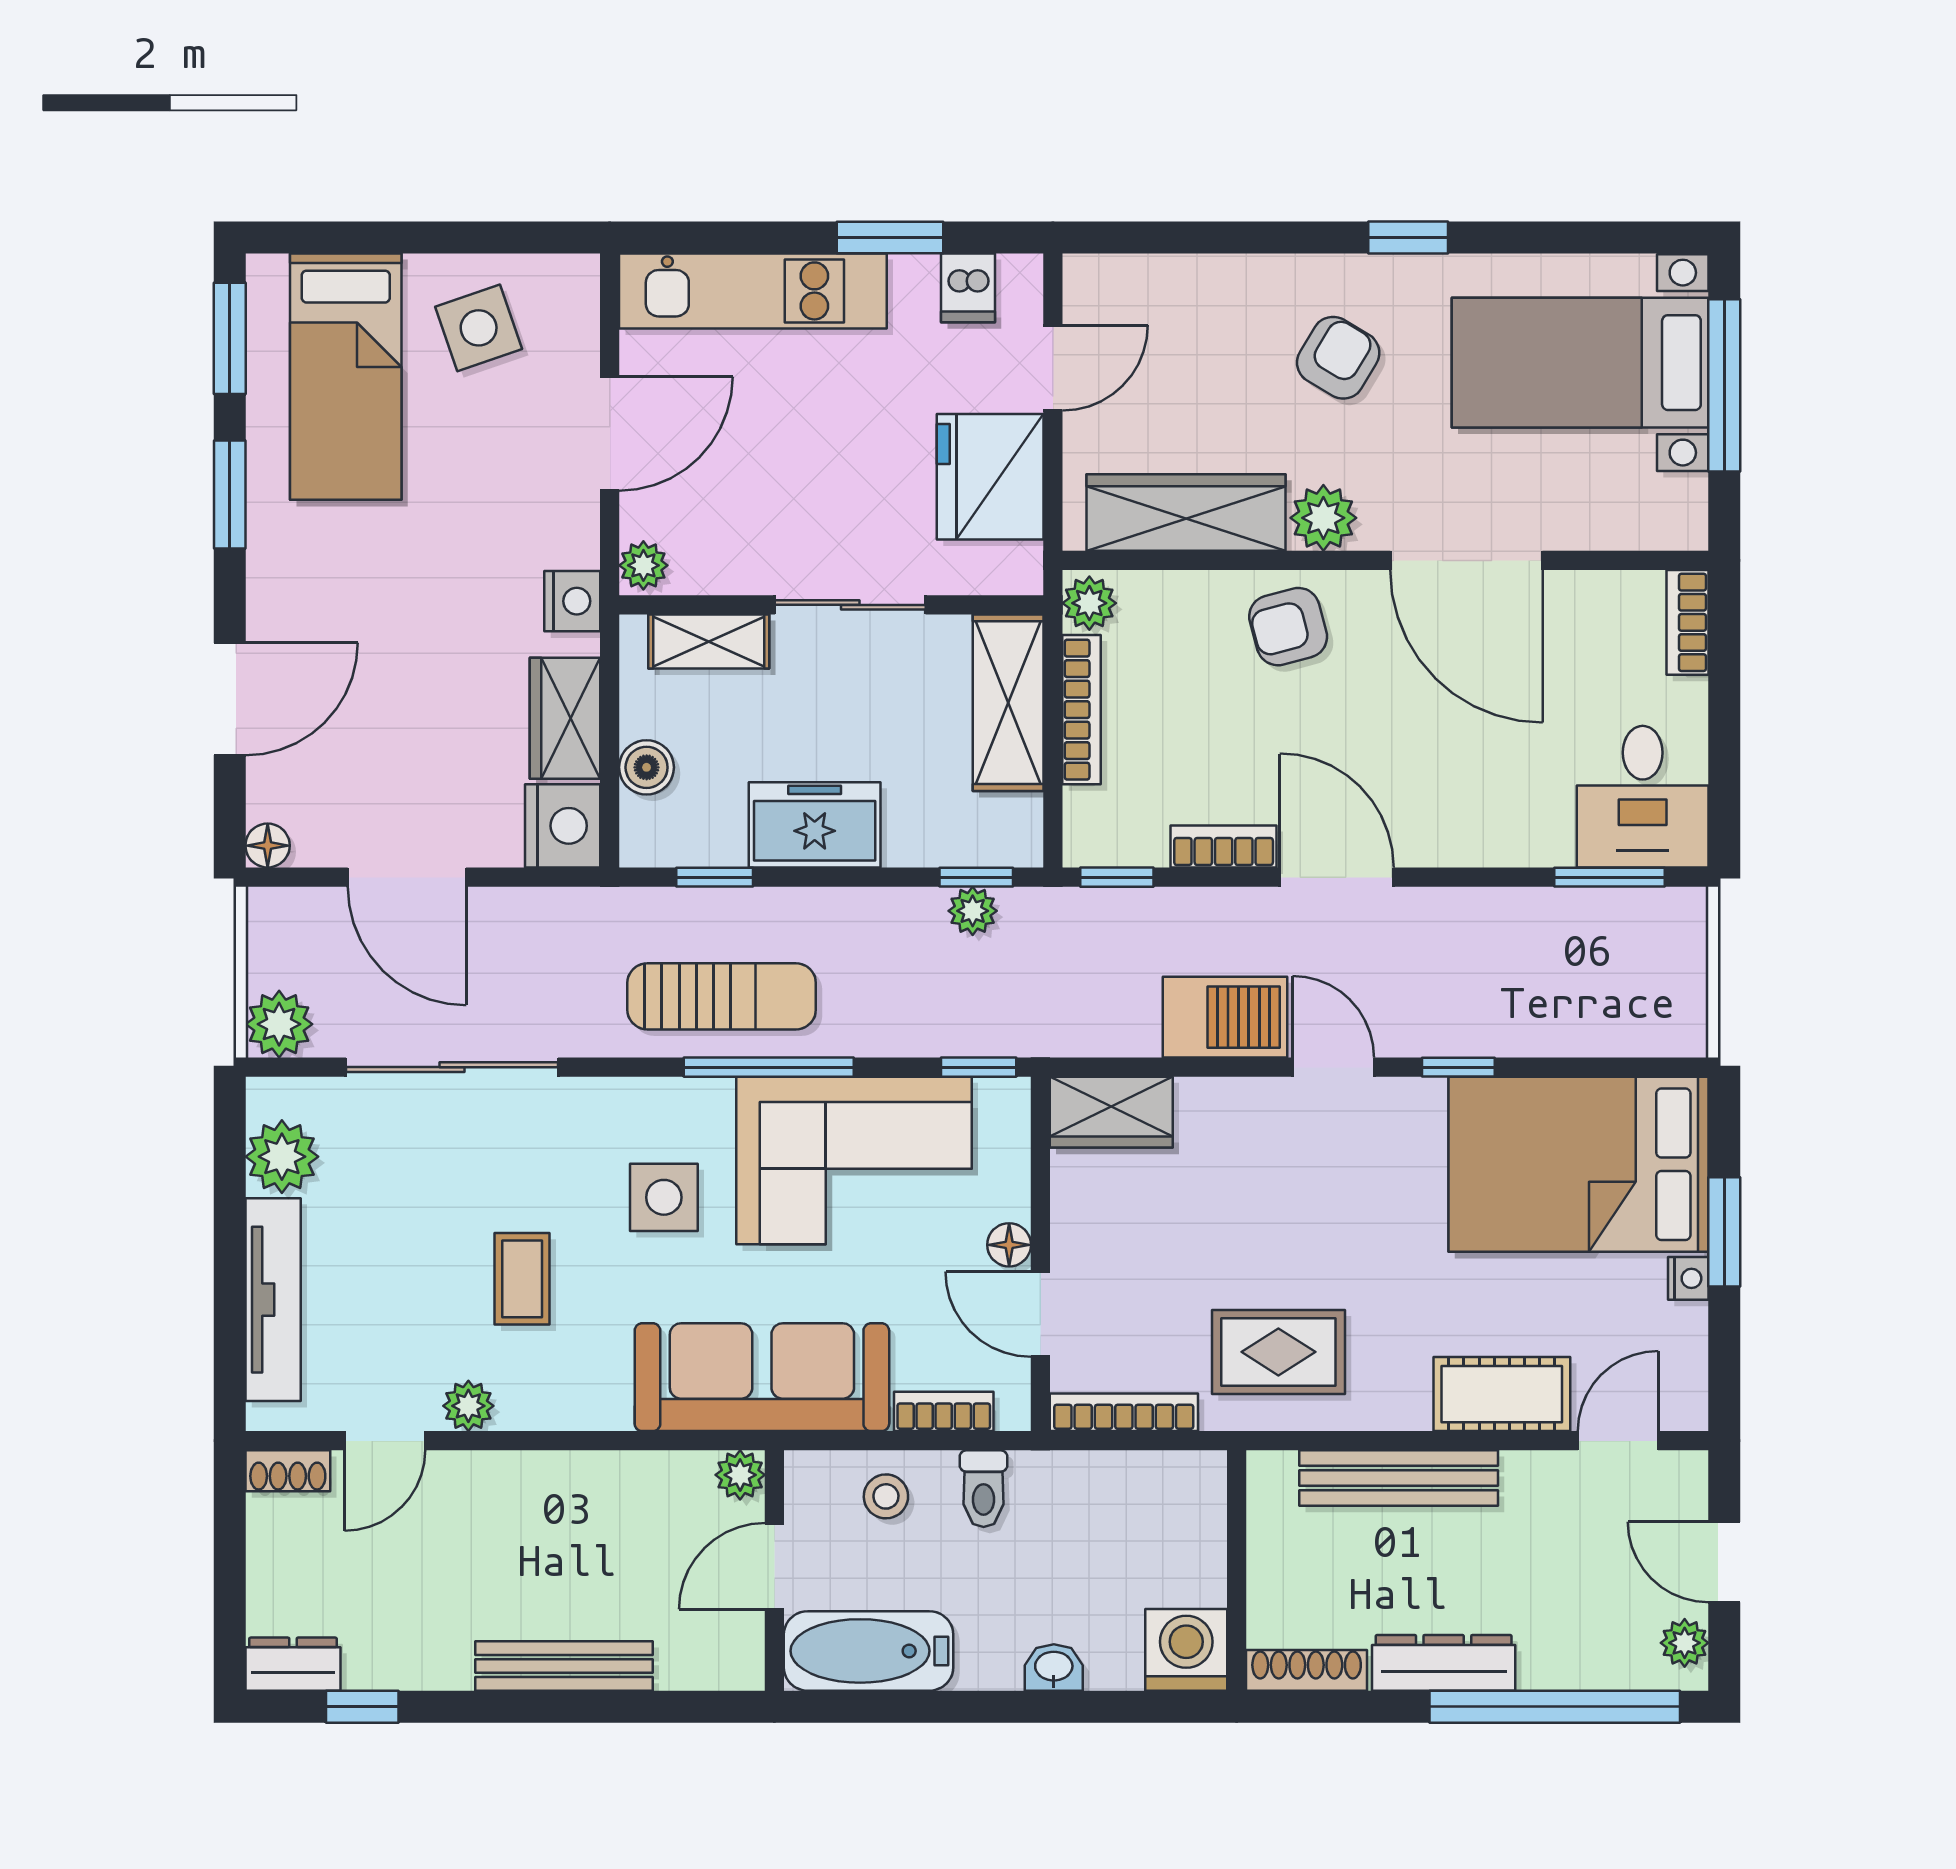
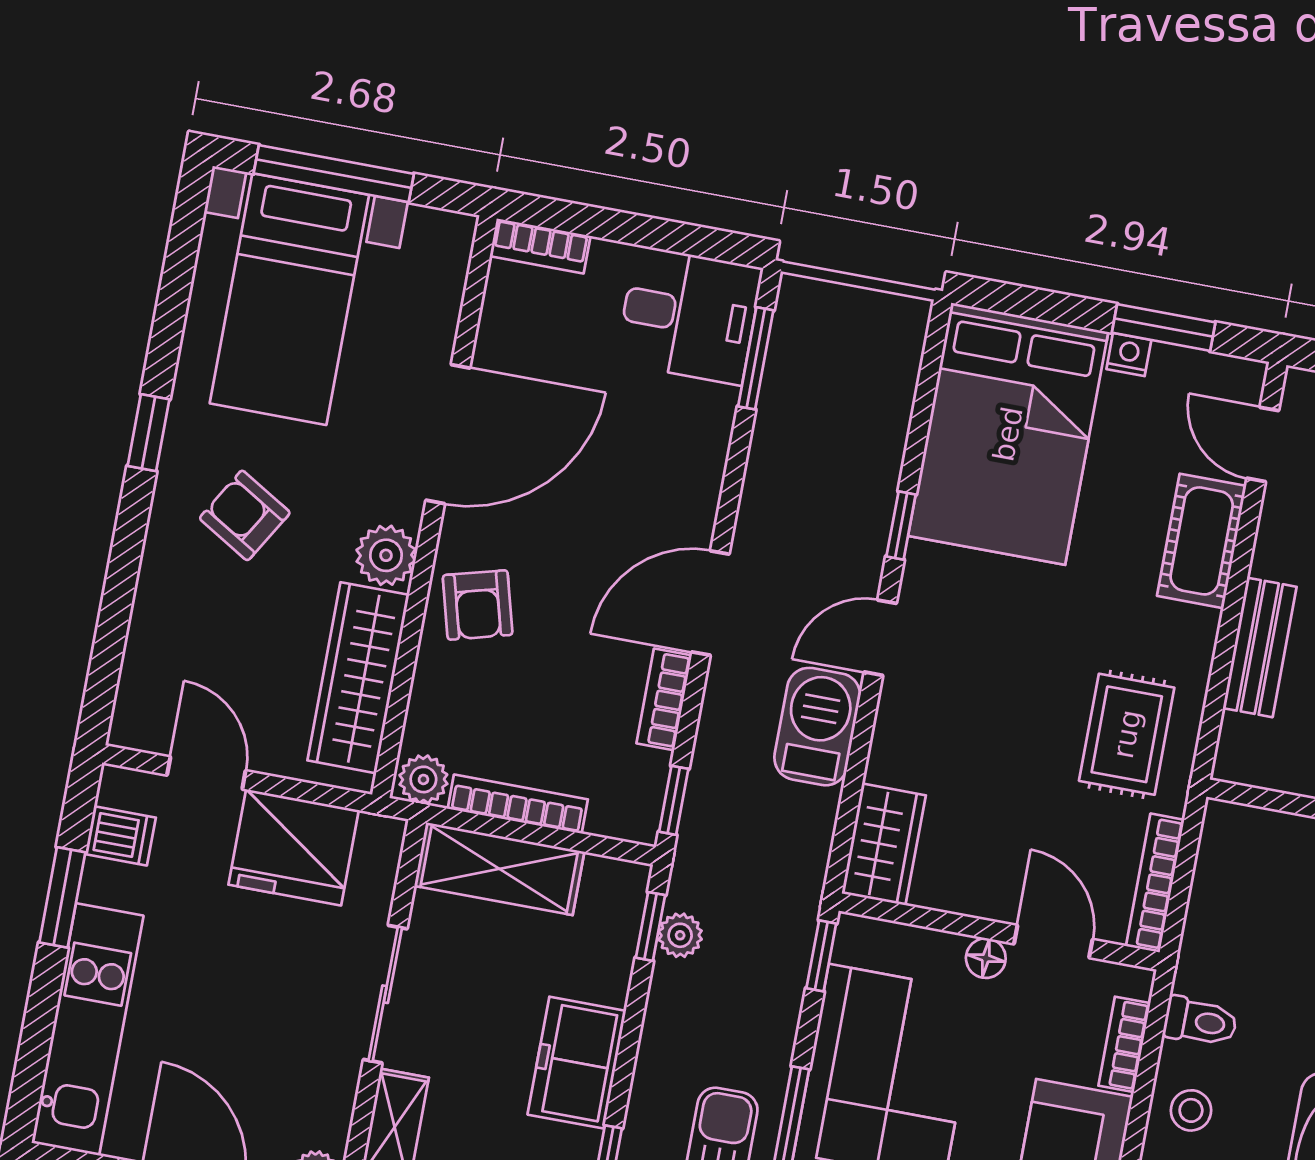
window: (1724, 1232) -> (1164, 327), moved
door: (1040, 1314) -> (1053, 942), swing flipped
bench: (1399, 1478) -> (1260, 647), width x0.73

